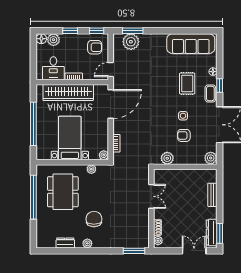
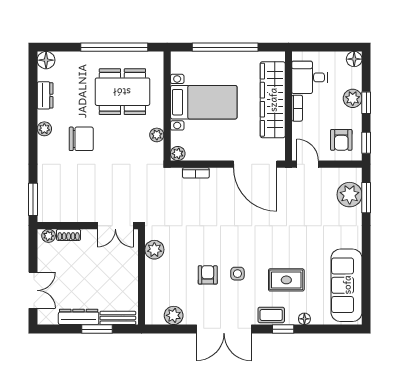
plant: (53, 40) -> (353, 98), moved
plant: (167, 158) -> (154, 250), moved
wall: (185, 167) -> (142, 277), moved
dresser: (212, 232) -> (79, 317), moved
window: (220, 233) -> (97, 329), moved
floor lamp: (42, 242) -> (46, 60), added

